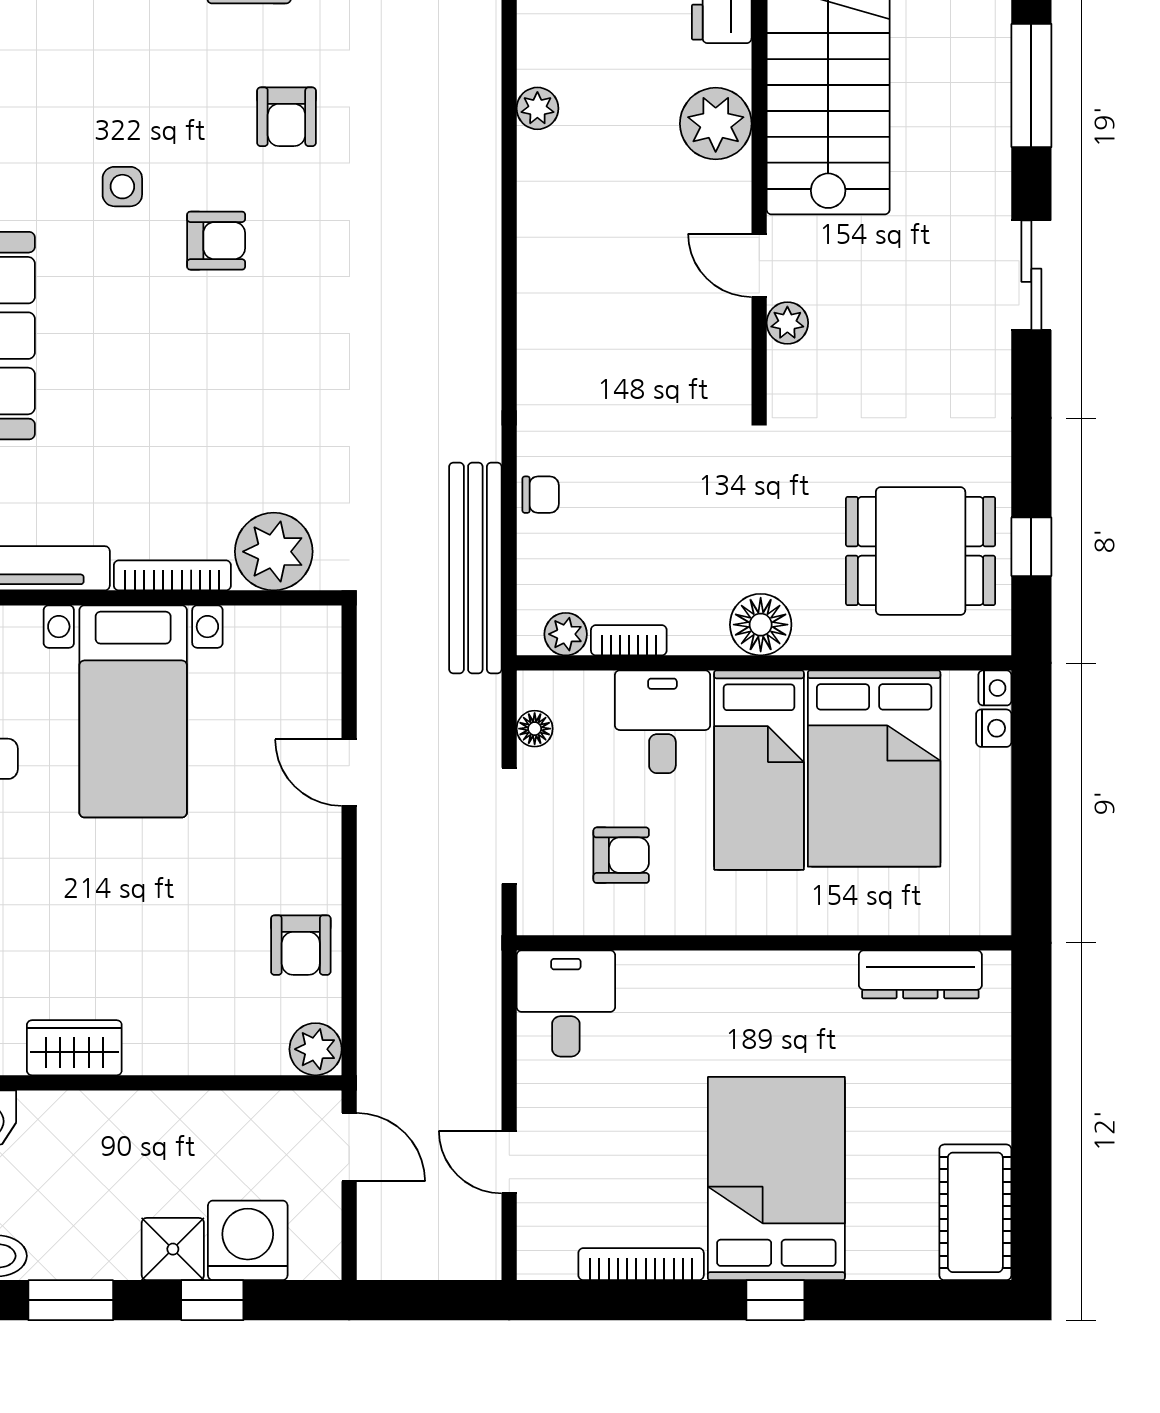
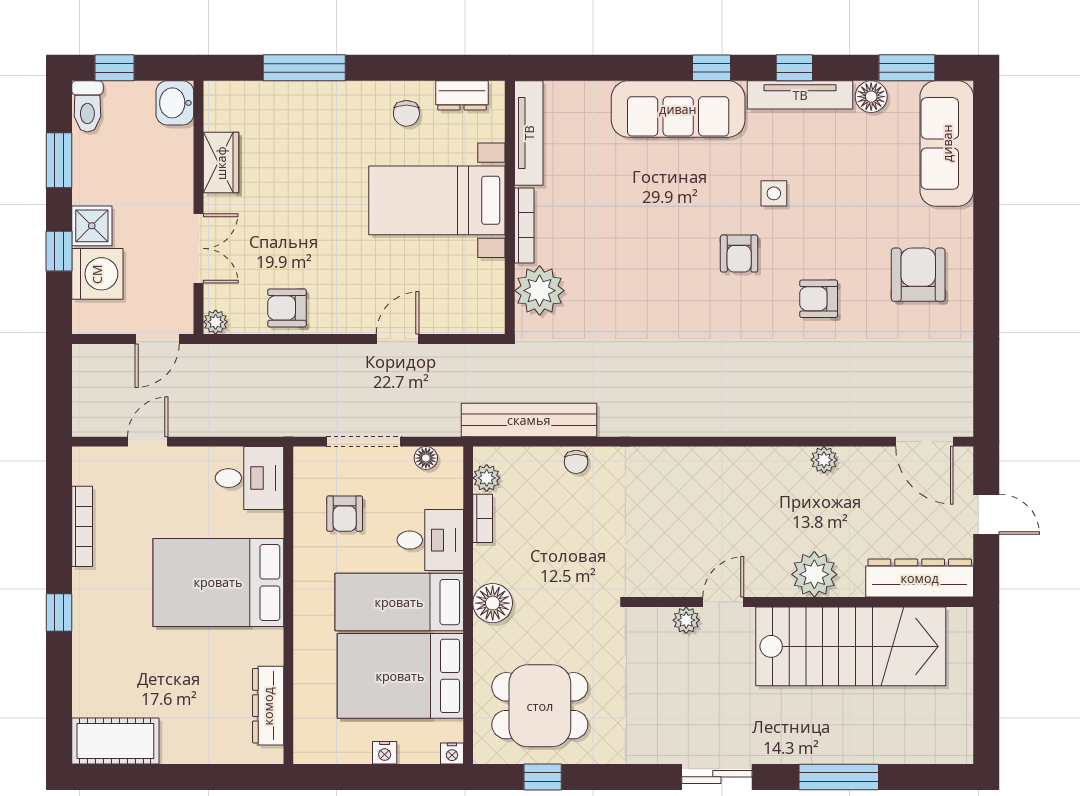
dining table: (921, 551) -> (540, 706), turned 90
nightstand: (994, 728) -> (385, 753), moved
plant: (316, 1049) -> (216, 322), width x0.73, depth x0.73
double door: (208, 1083) -> (199, 248), added
bed: (776, 1179) -> (218, 582), moved, turned 180

